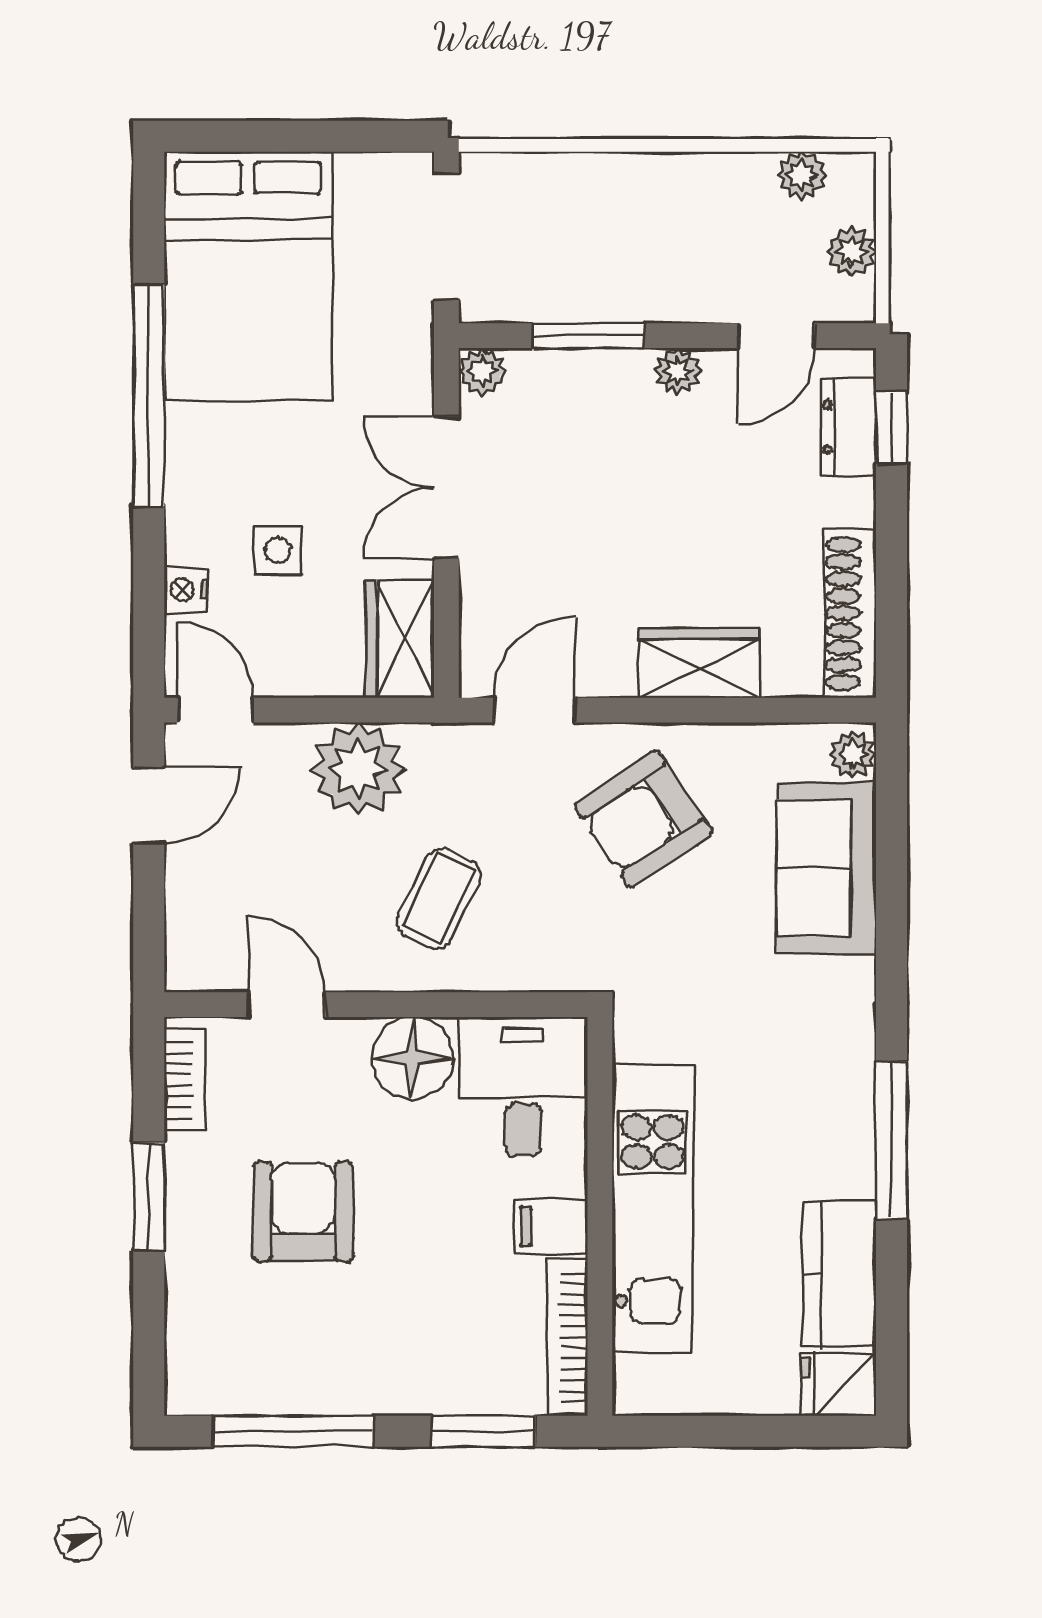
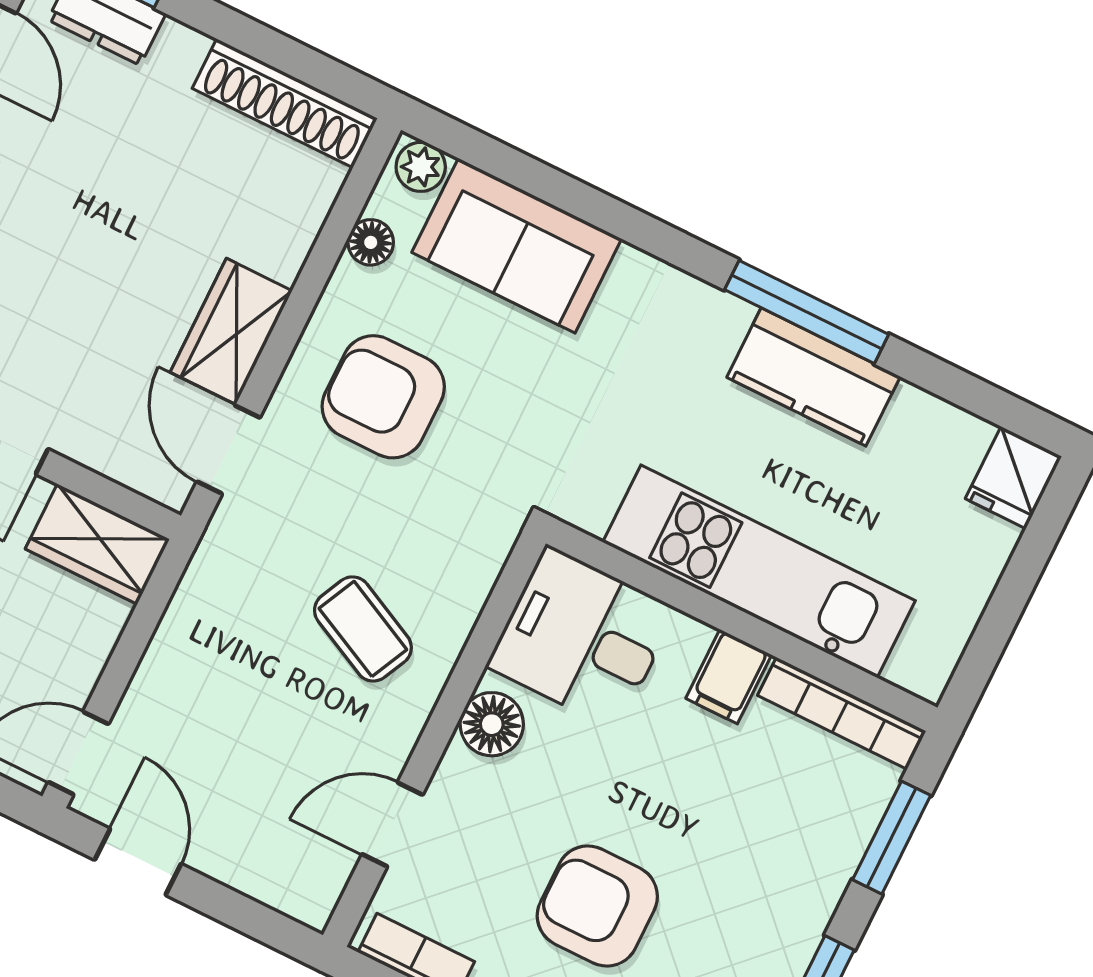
wardrobe: (699, 663) -> (231, 331), moved
floor lamp: (768, 744) -> (371, 242), added
plant: (358, 769) -> (202, 645), removed
armchair: (643, 819) -> (383, 397), turned 124
floor lamp: (412, 1058) -> (492, 724), width x0.73, depth x0.73
kitchen counter: (840, 1274) -> (814, 377), moved

